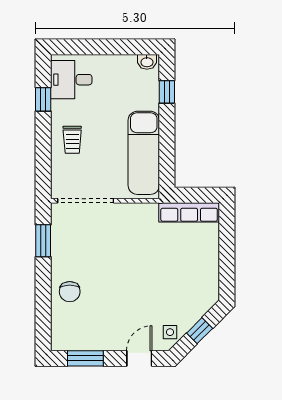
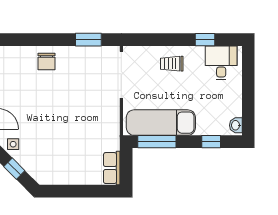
window: (167, 158) -> (157, 142), added
row of seats: (189, 212) -> (112, 168), width x0.68
chair: (70, 292) -> (46, 62), turned -90

